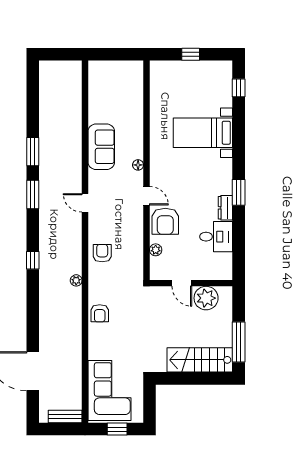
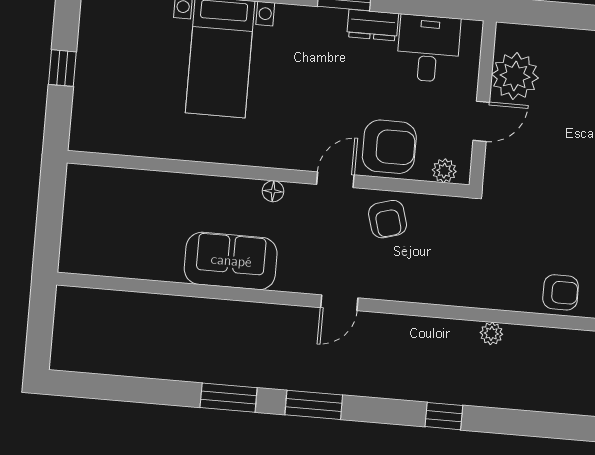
armchair: (102, 253) -> (388, 219), moved, turned -106
door: (182, 283) -> (481, 121), moved
wall: (191, 283) -> (483, 103), moved
plant: (206, 298) -> (515, 76), moved

